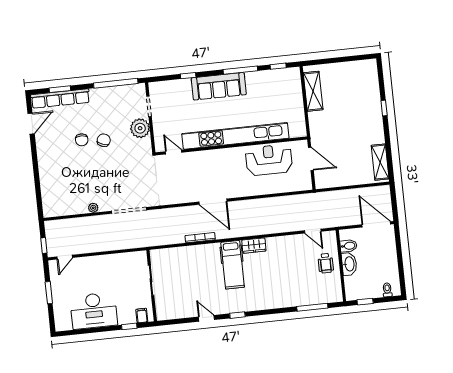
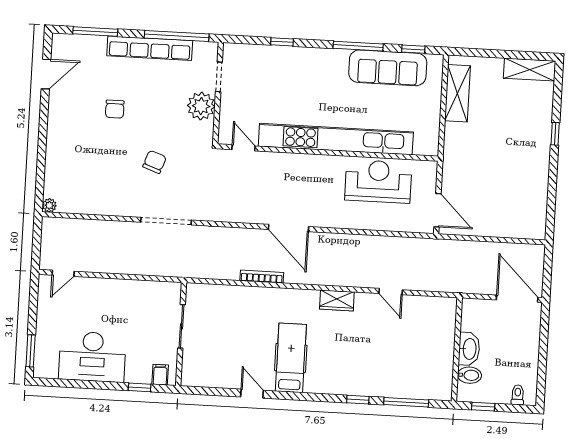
sofa: (219, 86) -> (388, 68), moved
window: (60, 89) -> (95, 31), width x1.44
row of seats: (60, 99) -> (150, 48), moved
chair: (104, 140) -> (155, 162), moved
door: (311, 159) -> (437, 210), moved
shelving: (380, 162) -> (530, 70), moved, turned 90
plant: (93, 208) -> (49, 205), moved
door: (313, 231) -> (391, 292), moved
window: (44, 245) -> (36, 252), removed
bidet: (349, 246) -> (469, 375), moved
wheelchair: (326, 263) -> (436, 342), removed
hospital bed: (233, 265) -> (291, 358), moved, turned 180
window: (49, 293) -> (31, 351), moved
window: (237, 315) -> (358, 400), moved

